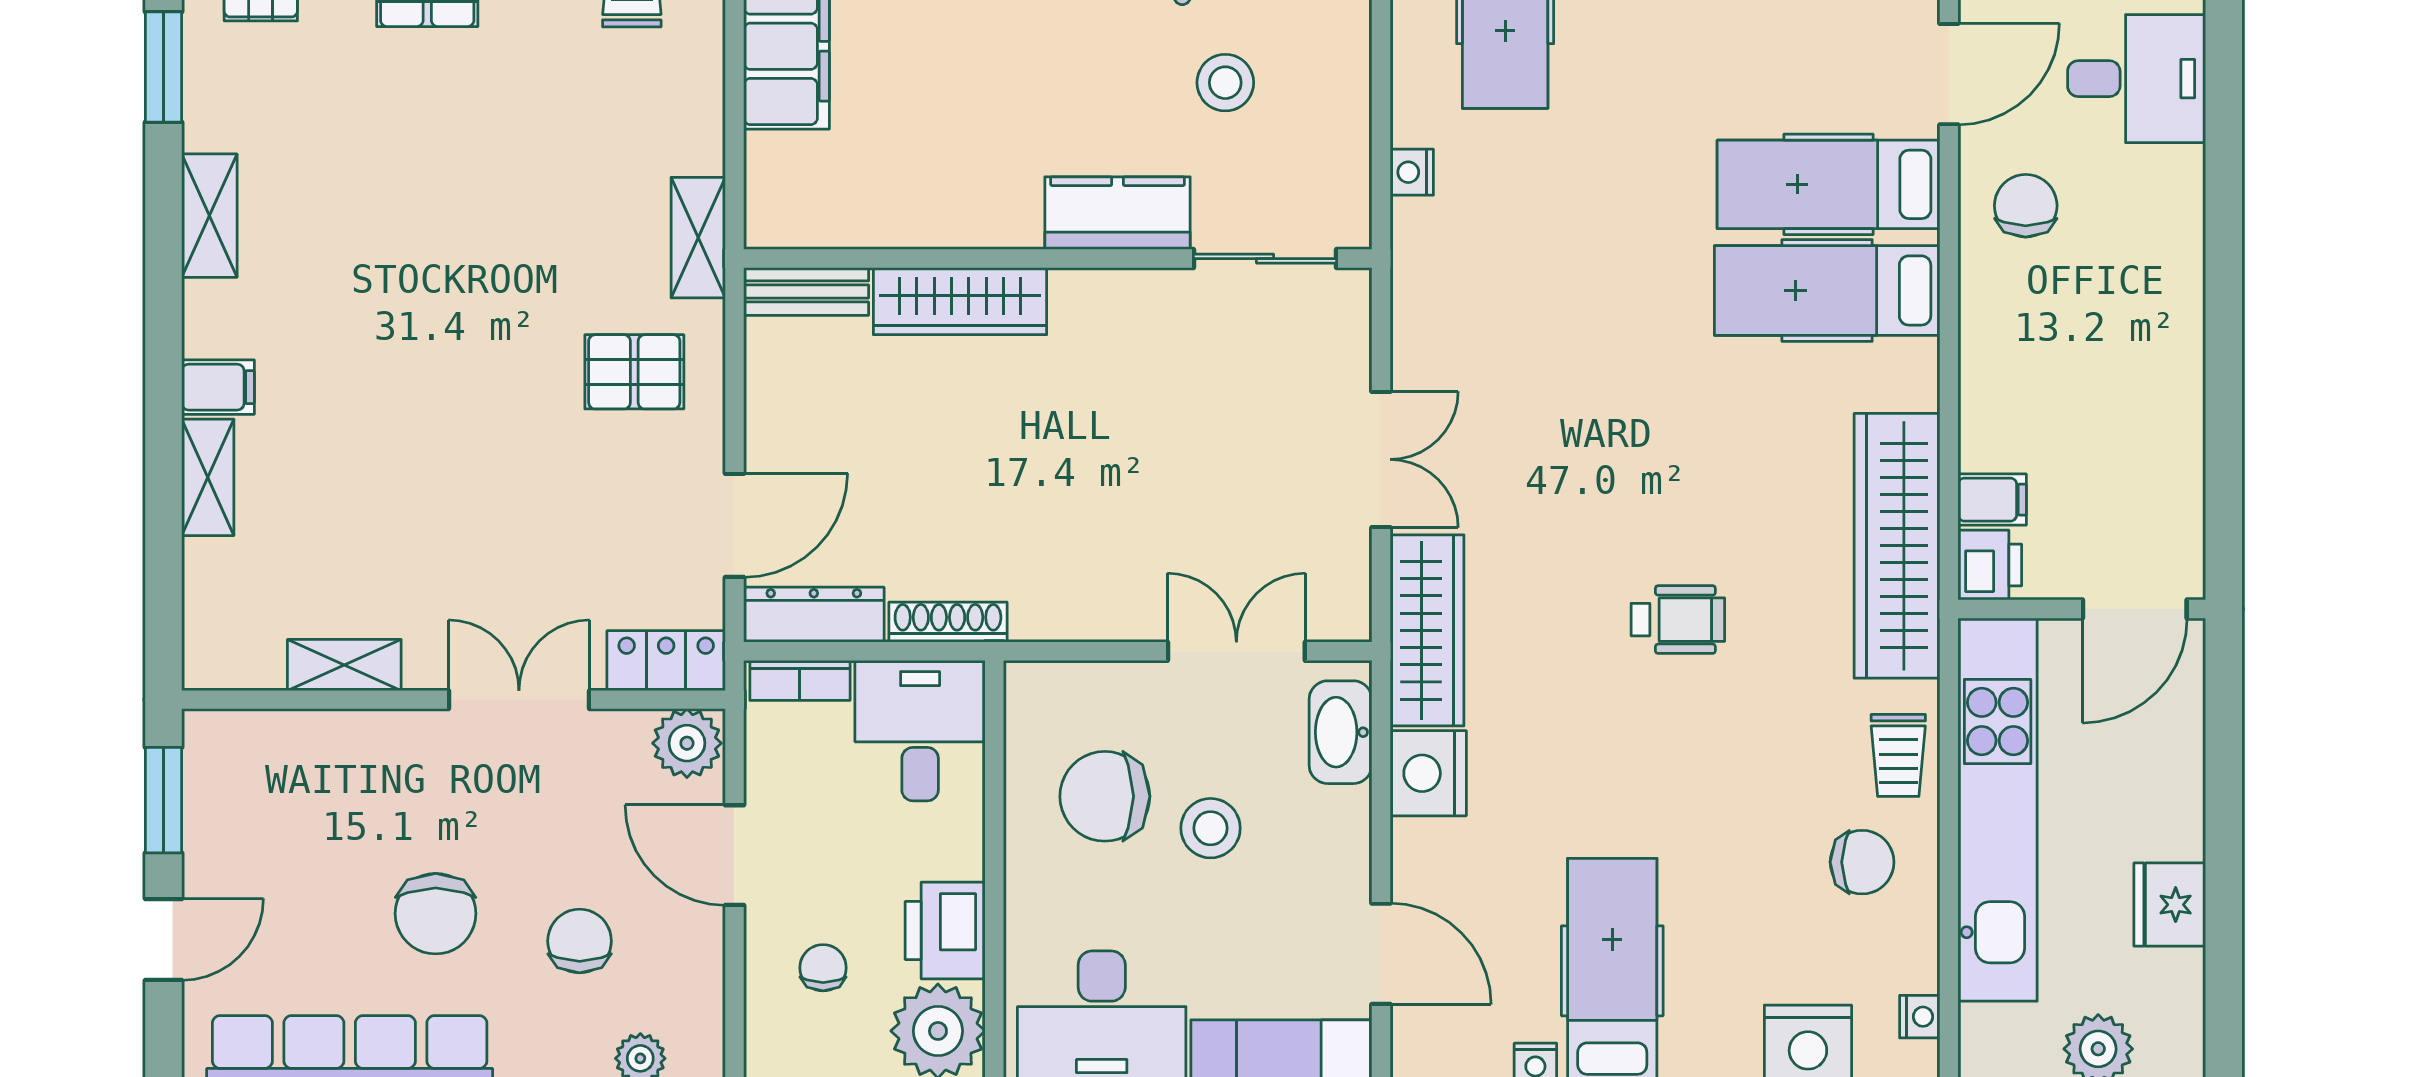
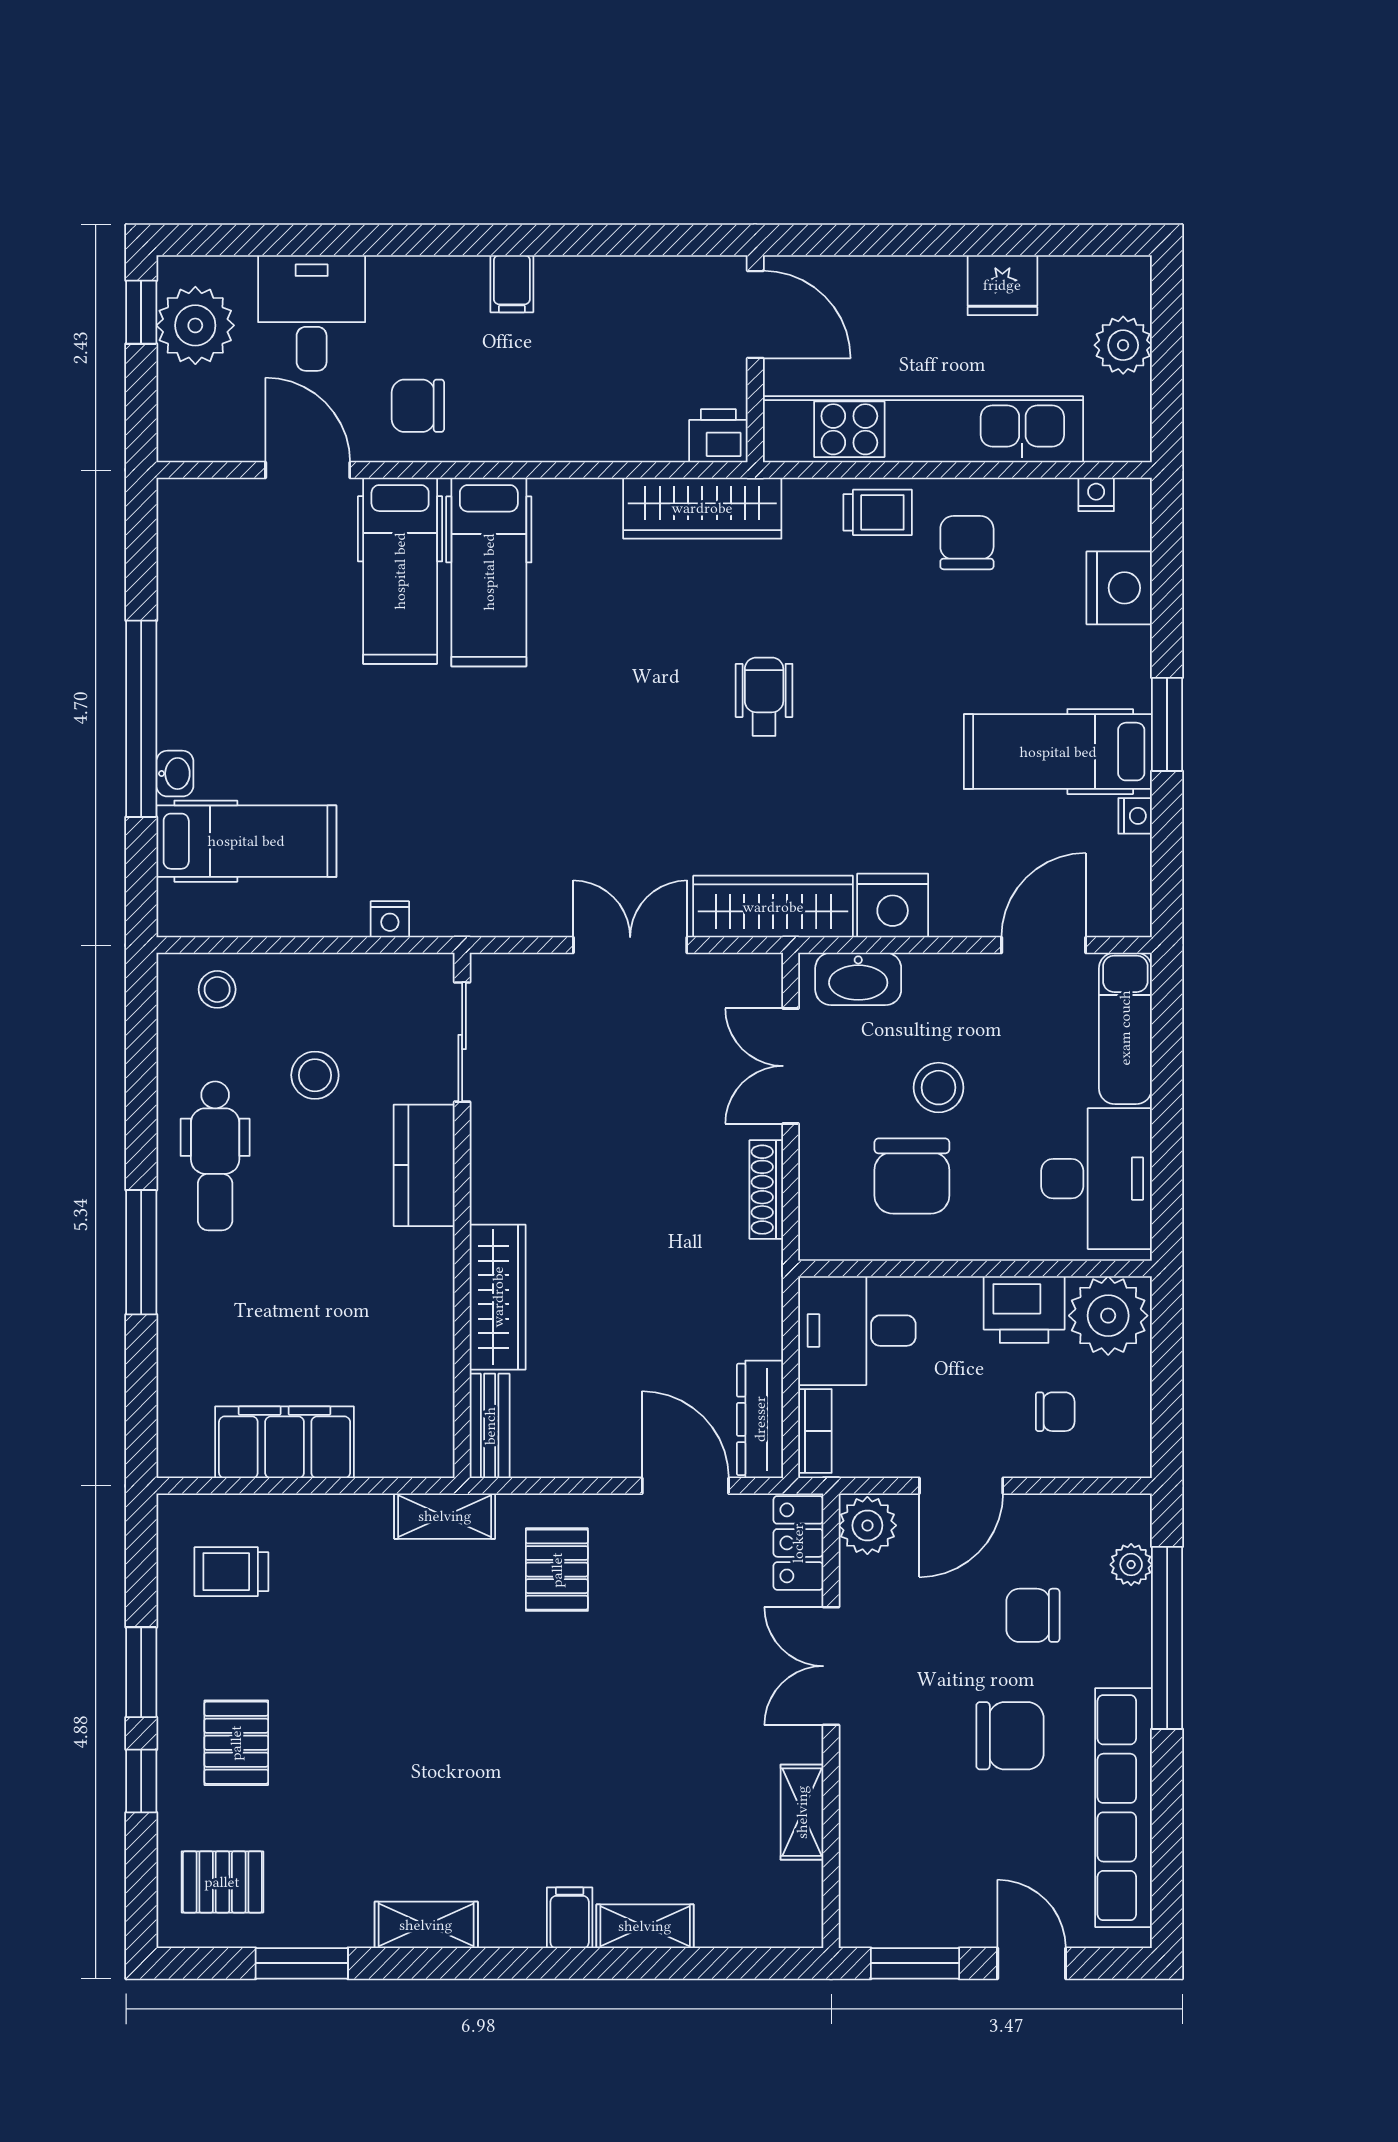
filing cabinet: (1992, 500) -> (512, 284), moved, turned 180
wardrobe: (1897, 546) -> (702, 508), width x0.71, depth x0.85
shoe rack: (948, 622) -> (766, 1190), moved
chair: (823, 968) -> (1055, 1412), turned 180

